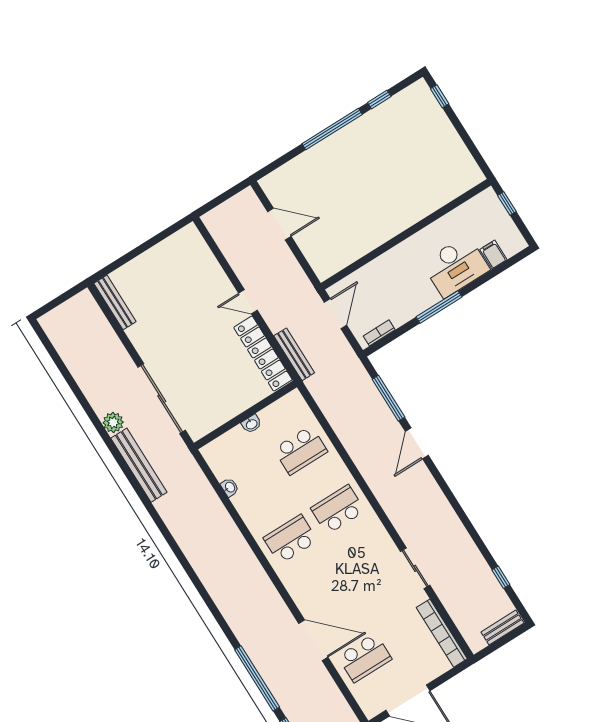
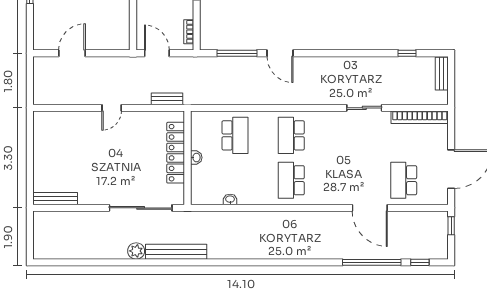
locker: (263, 354) -> (176, 153), moved, turned 90
bench: (294, 354) -> (167, 99), width x0.73
door: (313, 640) -> (370, 208), swing flipped
school desk: (365, 658) -> (404, 180), turned 180

